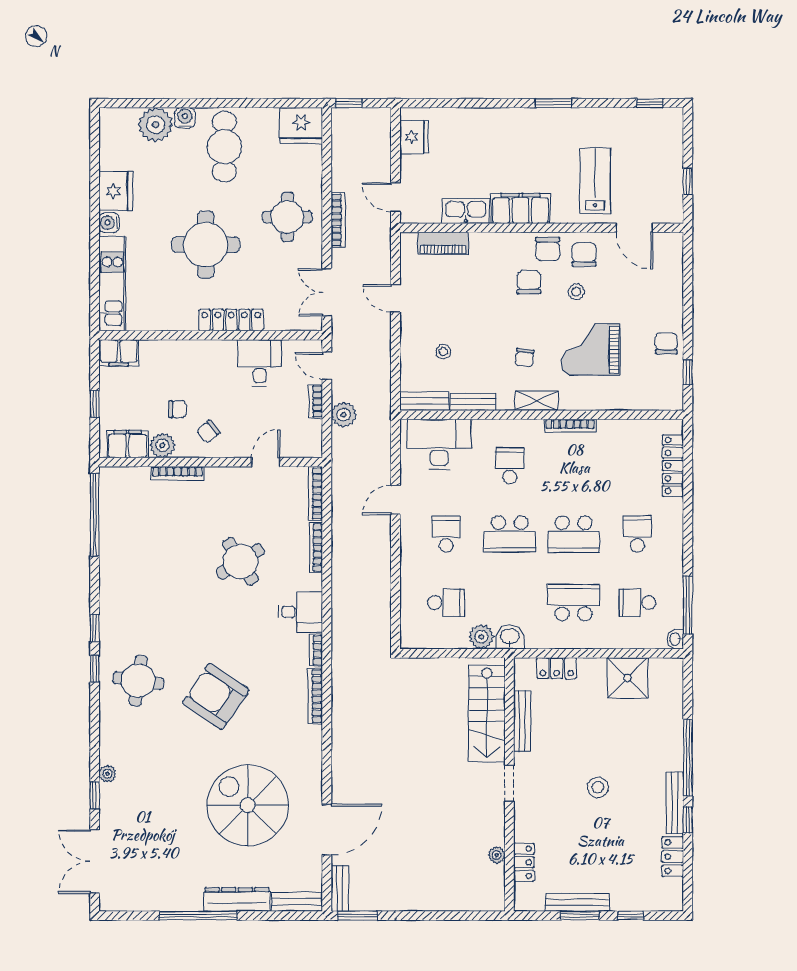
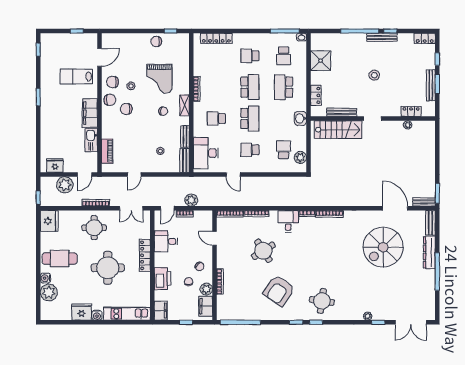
plant: (375, 157) -> (65, 185), added
printer: (184, 356) -> (163, 278), added
plant: (481, 637) -> (300, 157), moved
armchair: (216, 696) -> (279, 291), moved
locker: (673, 857) -> (425, 38), moved

